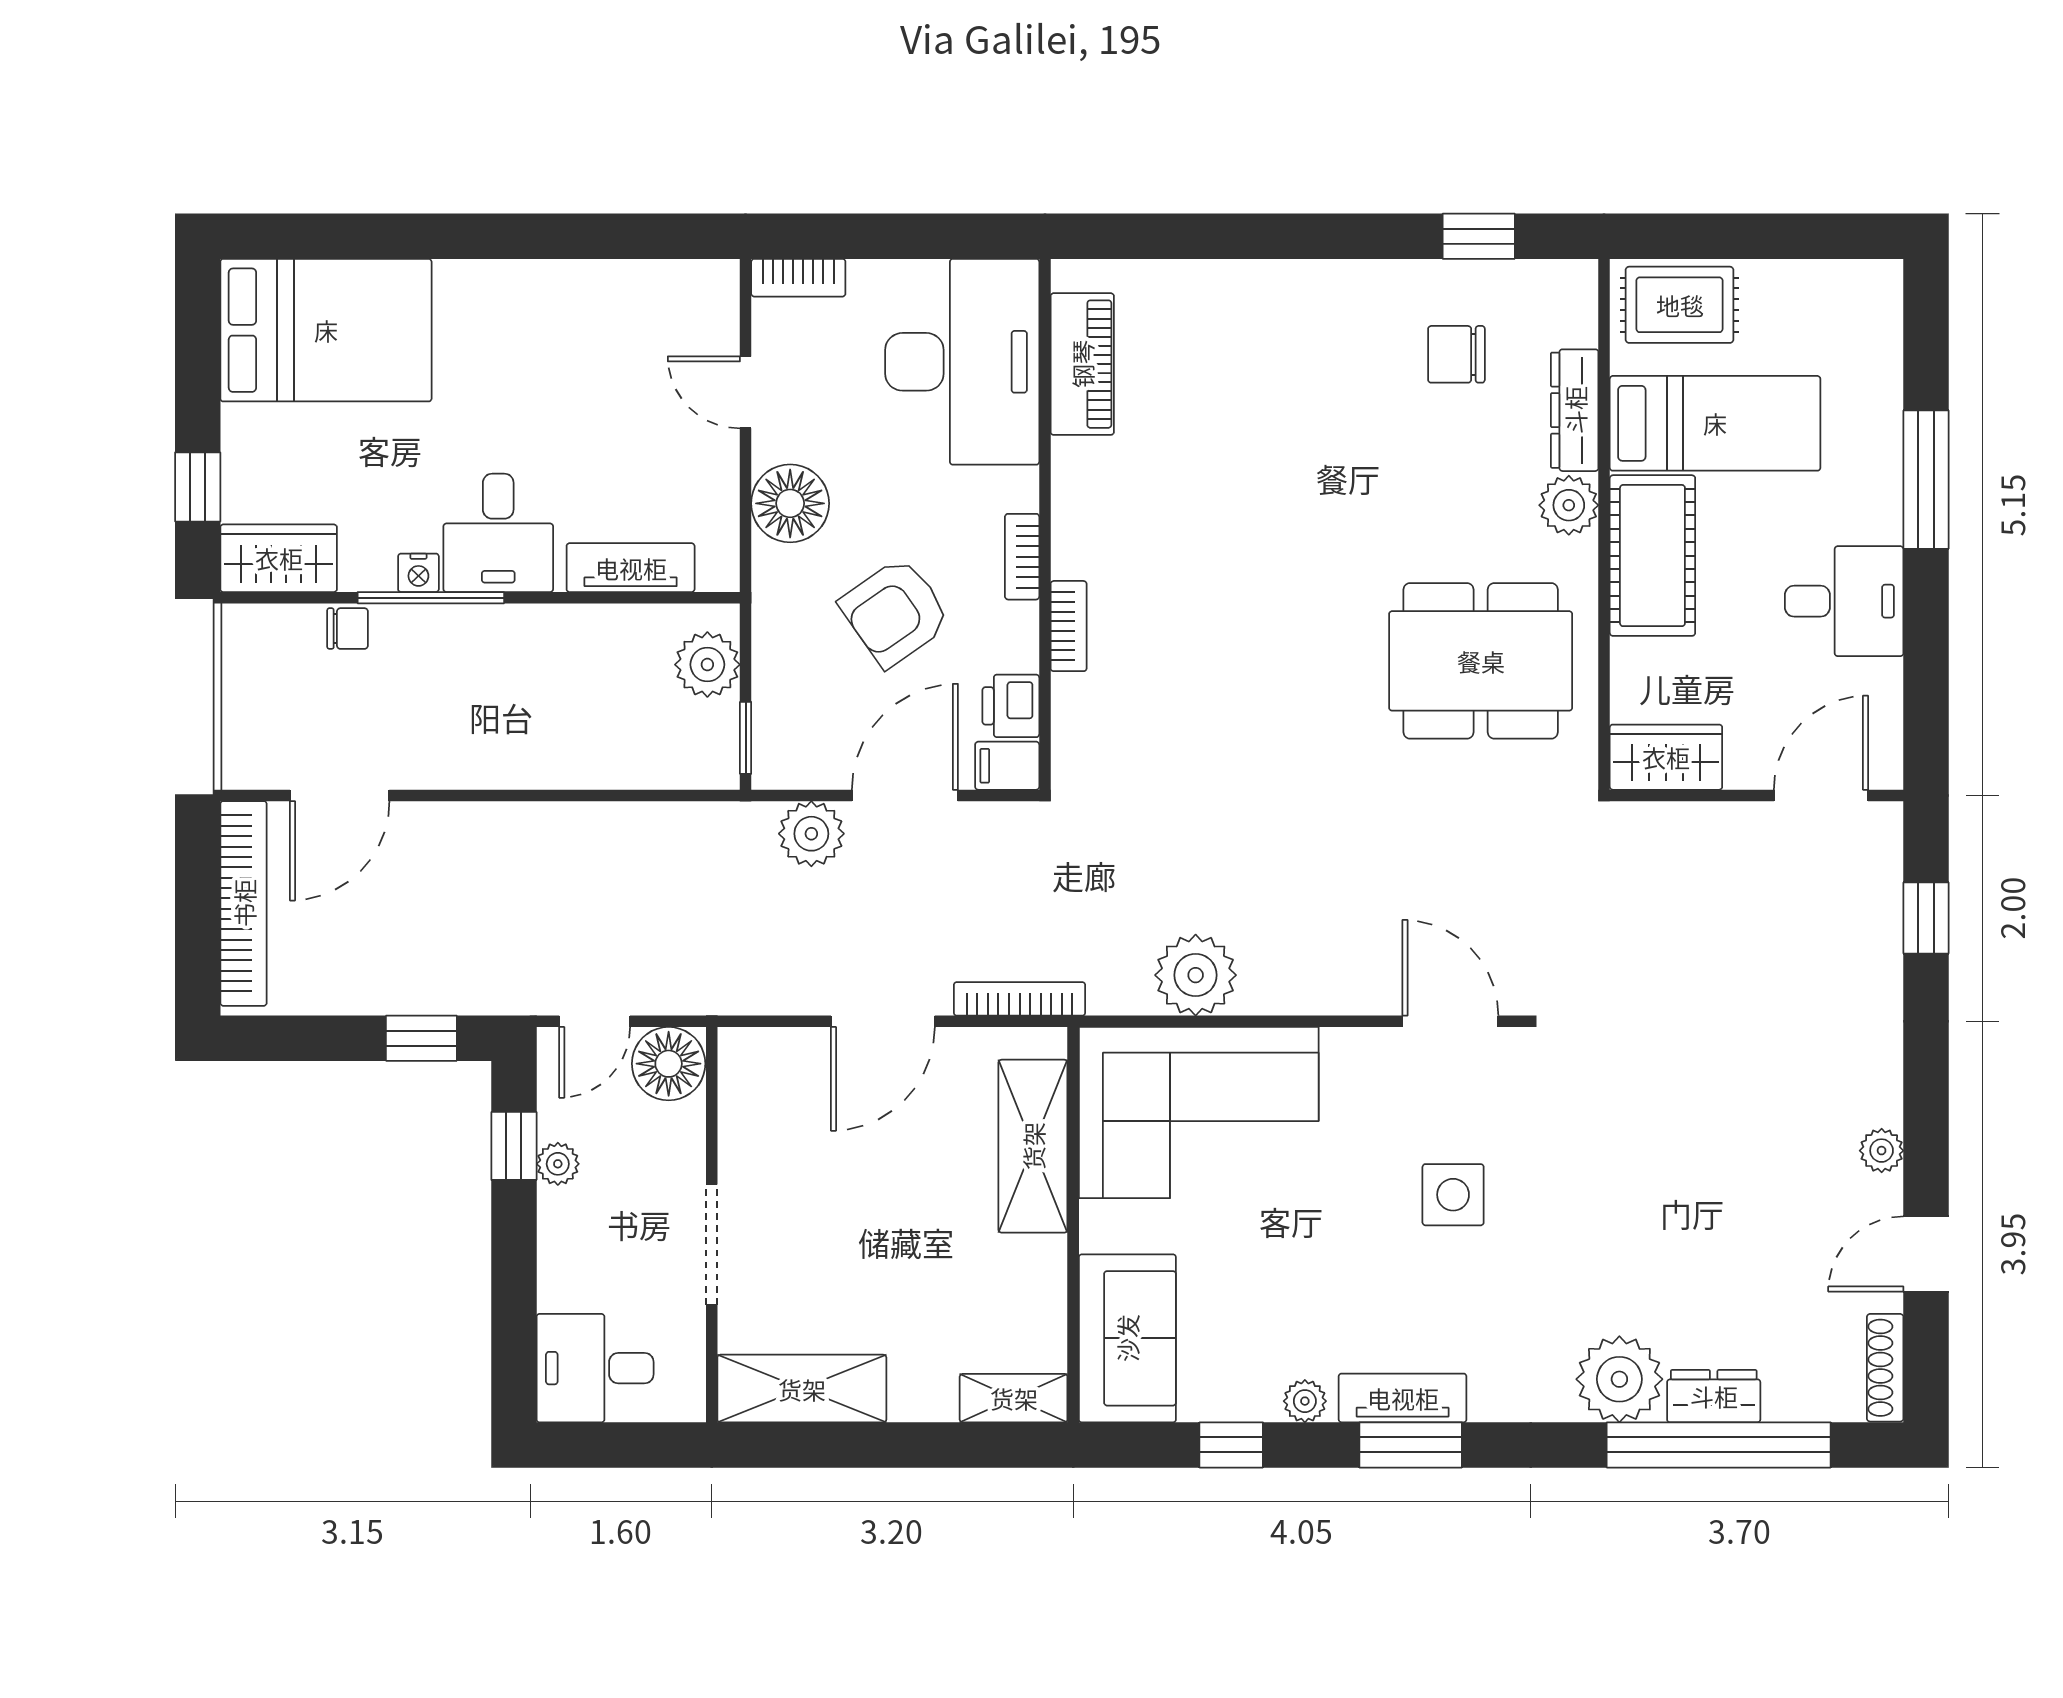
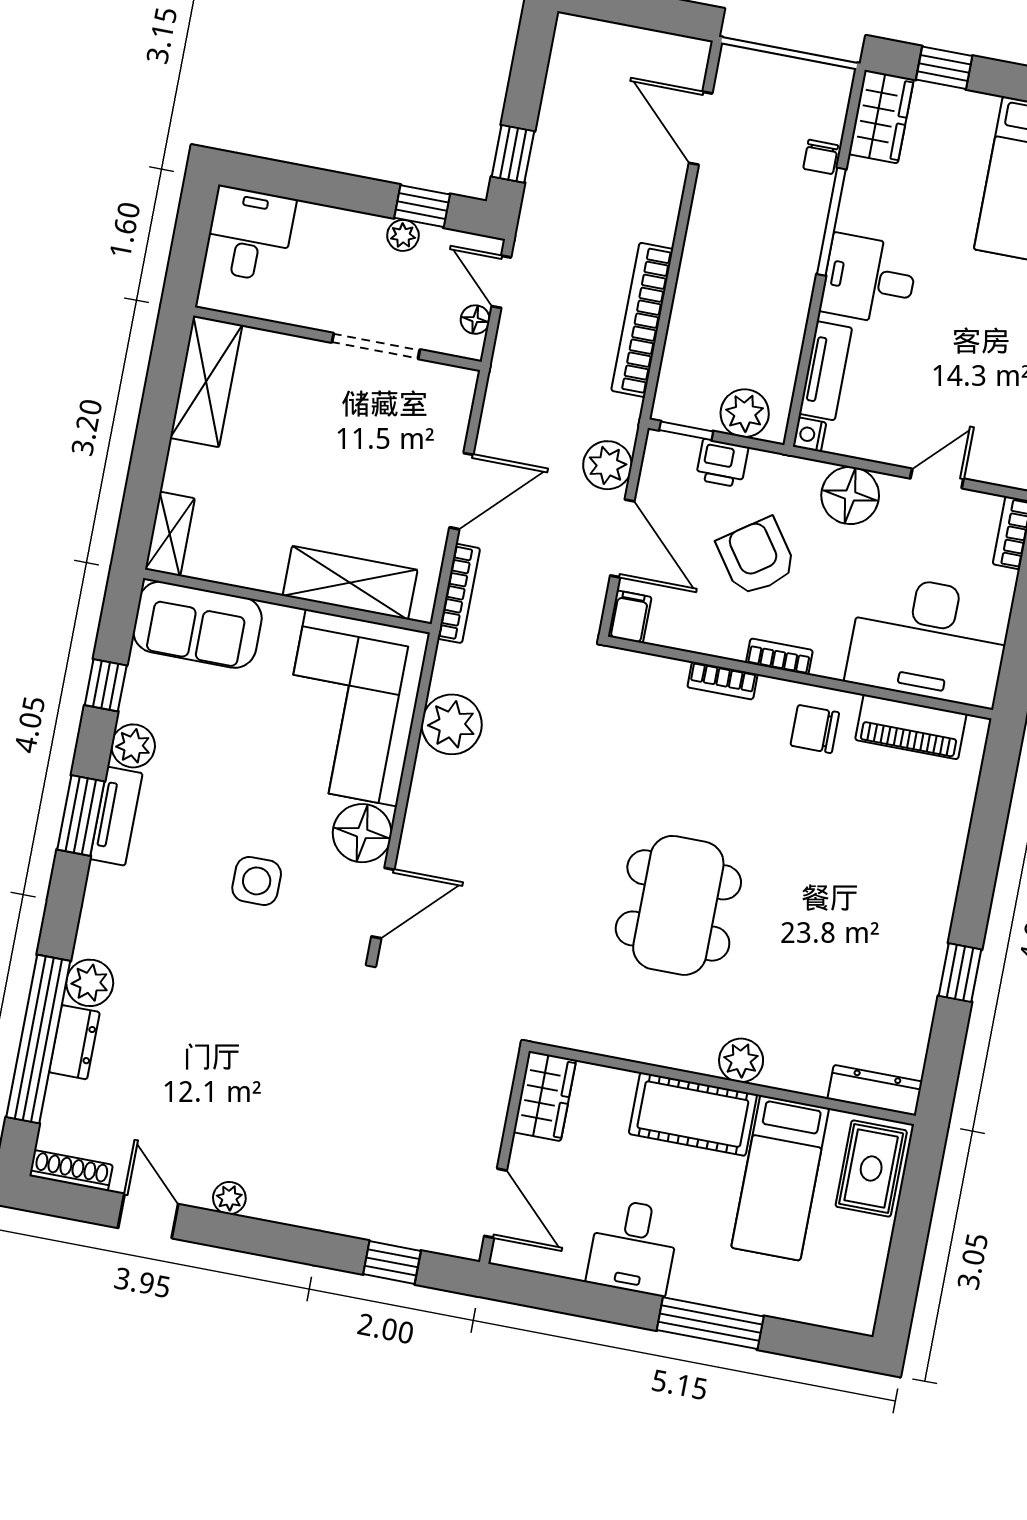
window: (1479, 236) -> (960, 973), moved
chair: (1456, 354) -> (815, 729), moved, turned -90
dresser: (1575, 410) -> (875, 1090), moved
nightstand: (418, 573) -> (810, 435), moved
dining table: (1481, 661) -> (678, 905), moved
printer: (1011, 706) -> (722, 463), moved, turned 180
bookcase: (244, 903) -> (642, 320), moved, turned 90
door: (883, 1021) -> (461, 491), swing flipped
floor lamp: (669, 1064) -> (475, 320), width x0.53, depth x0.53
floor lamp: (1363, 1067) -> (362, 833), added
doorway: (712, 1245) -> (376, 346), moved
plant: (1619, 1379) -> (90, 983), width x0.73, depth x0.73
plant: (1305, 1401) -> (133, 746), width x1.38, depth x1.38

